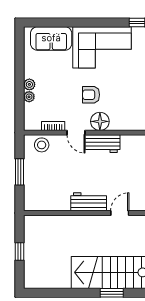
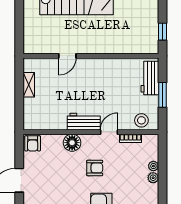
floor lamp: (100, 121) -> (72, 143), moved
door: (76, 133) -> (109, 132), hinge flipped
workbench: (89, 202) -> (150, 78), moved, turned 90
window: (19, 252) -> (162, 32), moved

